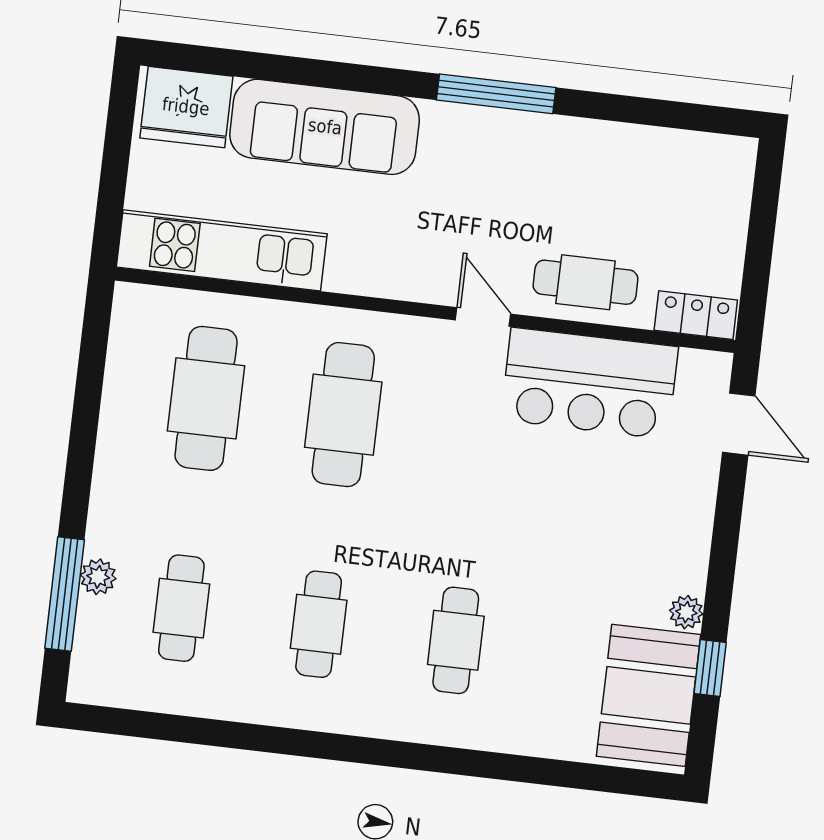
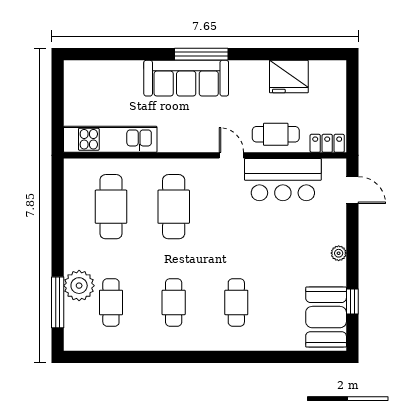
window: (496, 94) -> (201, 54), moved
fridge: (186, 107) -> (289, 77), moved
sofa: (325, 127) -> (186, 78), moved
plant: (98, 577) -> (79, 286), width x1.87, depth x1.87
plant: (686, 612) -> (339, 253), moved

